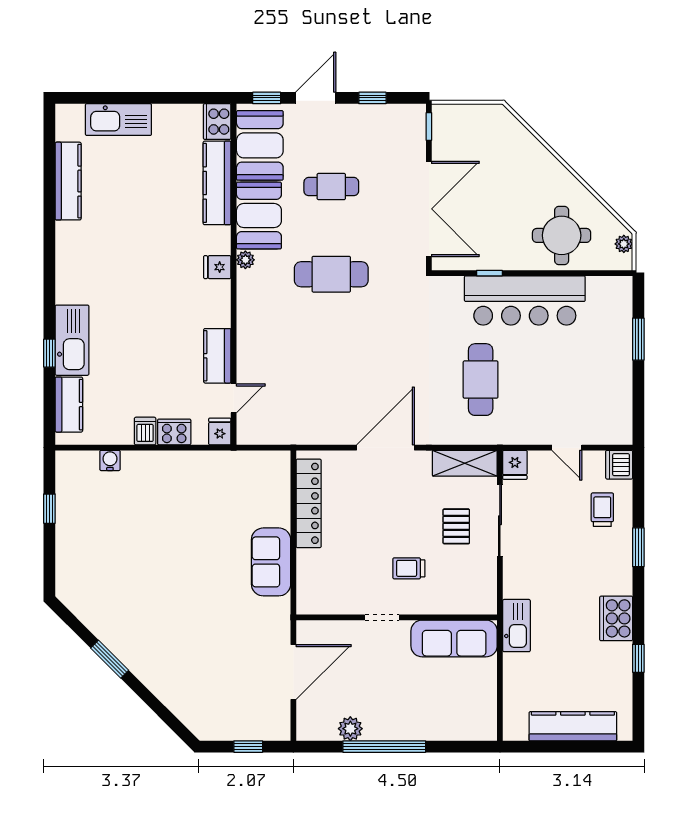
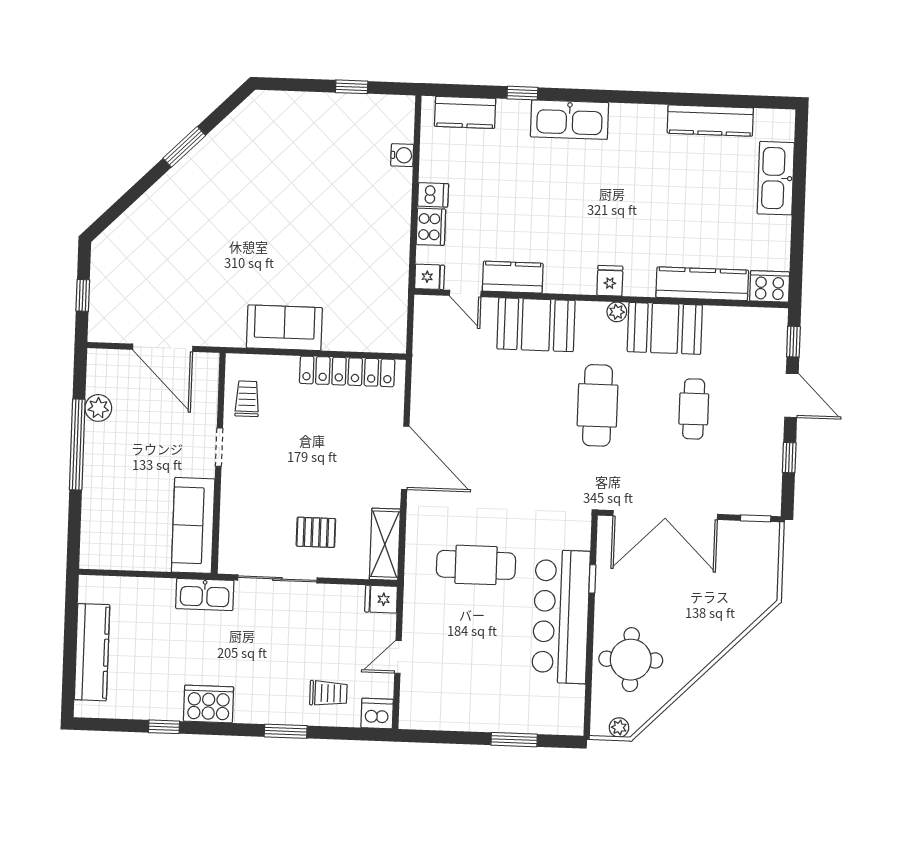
booth: (260, 145) -> (536, 325), moved
kitchen sink: (72, 340) -> (569, 120), moved
sliding door: (500, 520) -> (277, 579), moved
trolley: (409, 568) -> (247, 399), moved

